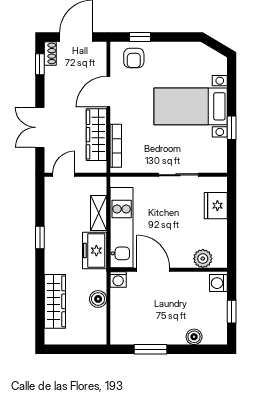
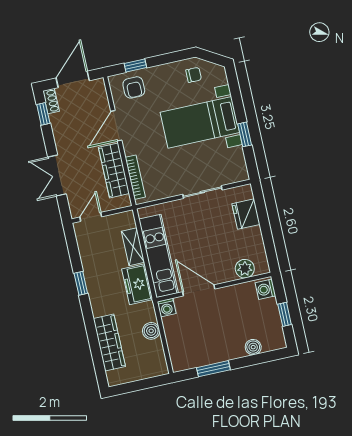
chair: (195, 59) -> (194, 75), added

